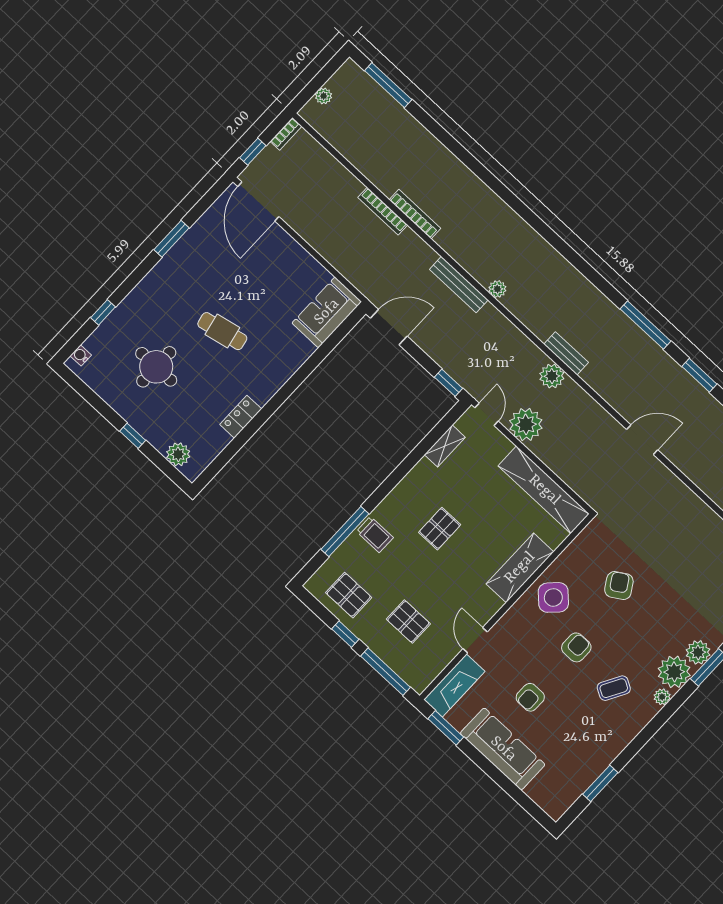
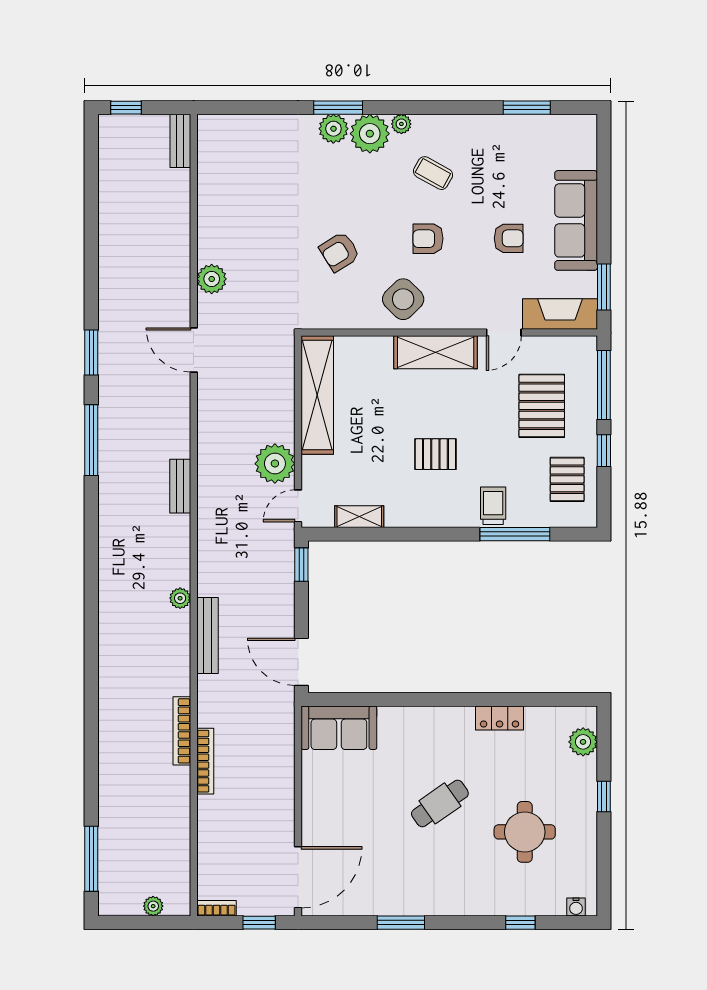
cafe table: (222, 331) -> (440, 803), turned 67
plant: (552, 376) -> (212, 279), moved
shelving: (520, 568) -> (436, 352), moved
pallet: (408, 622) -> (542, 406), width x1.50, depth x1.42

